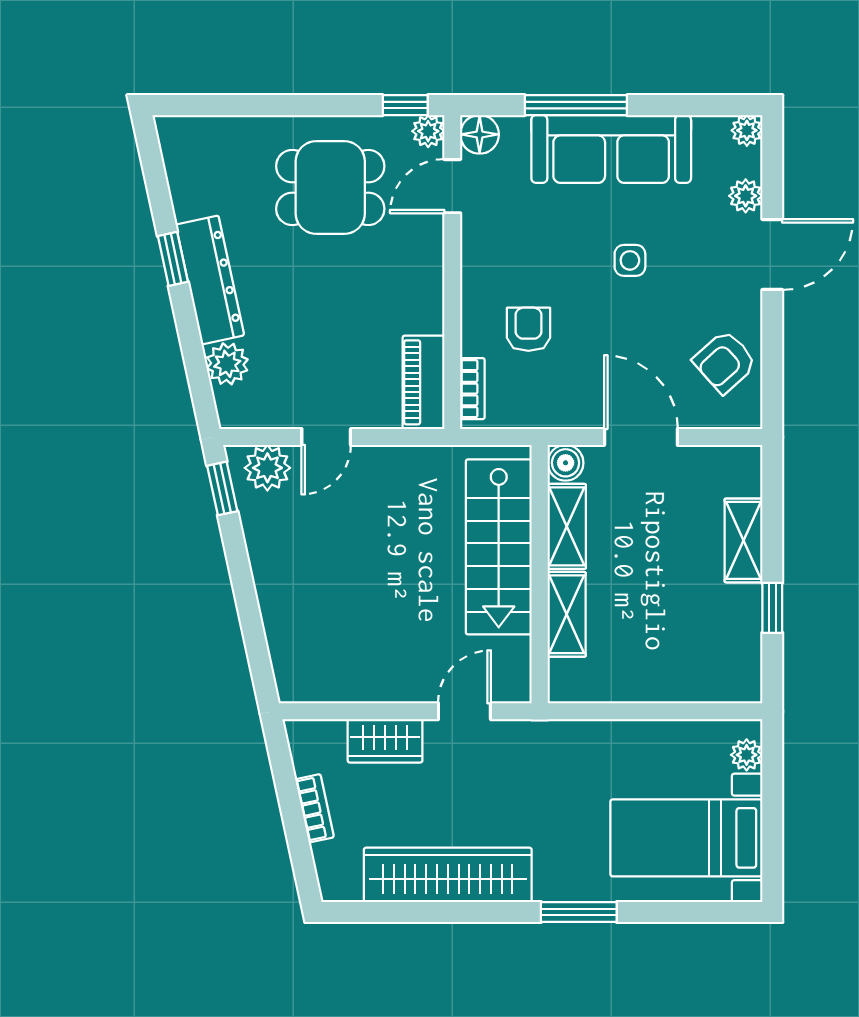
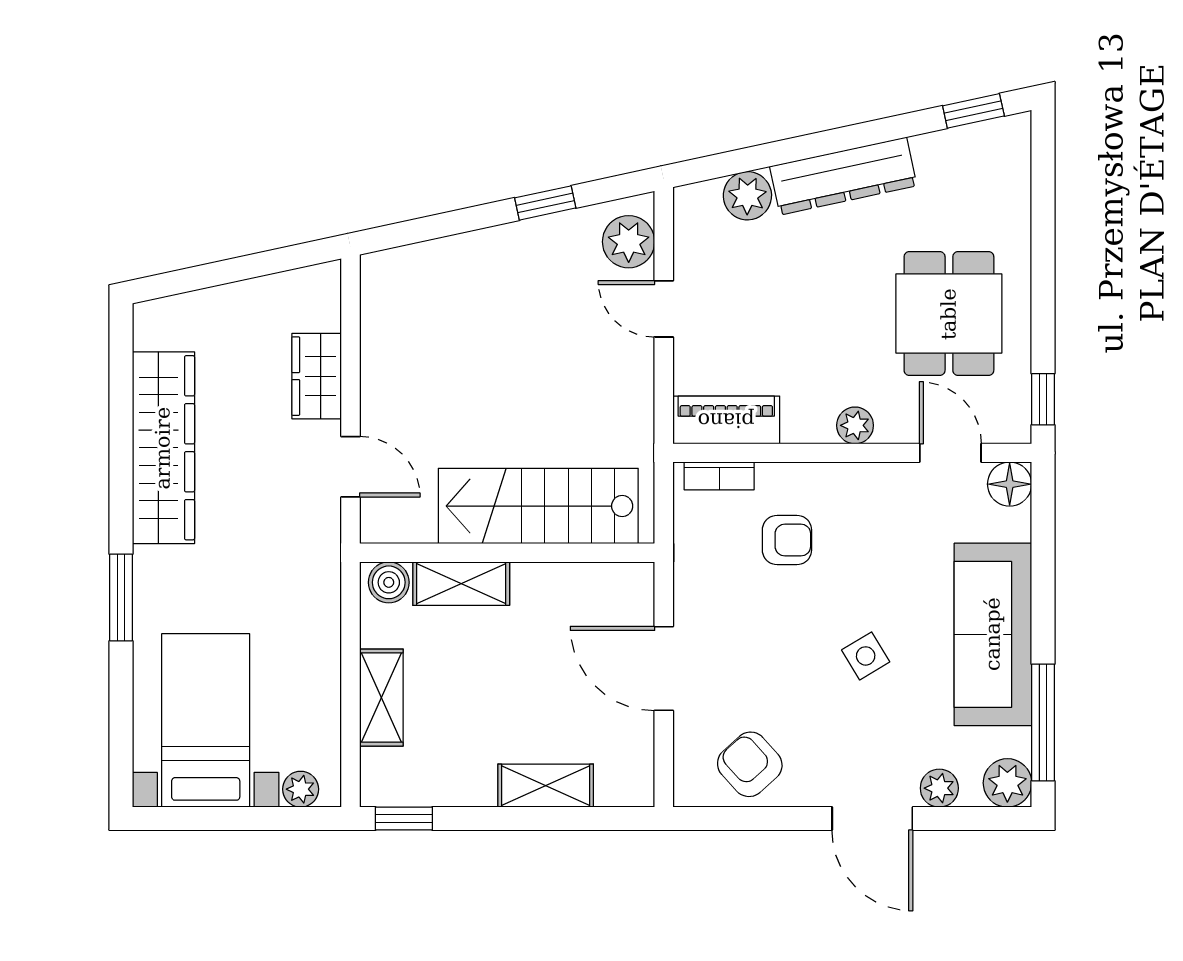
window: (576, 105) -> (1043, 722), moved
plant: (747, 130) -> (1007, 783), width x1.38, depth x1.38
plant: (428, 131) -> (855, 425), moved
window: (173, 259) -> (973, 111), moved
side table: (630, 260) -> (866, 656), turned -31
door: (641, 437) -> (664, 669), swing flipped
boiler: (566, 463) -> (389, 582), moved
window: (222, 488) -> (545, 203), moved
shelving: (567, 526) -> (381, 698), moved, turned 90
window: (772, 608) -> (404, 819), moved
bookcase: (315, 808) -> (239, 296), removed

